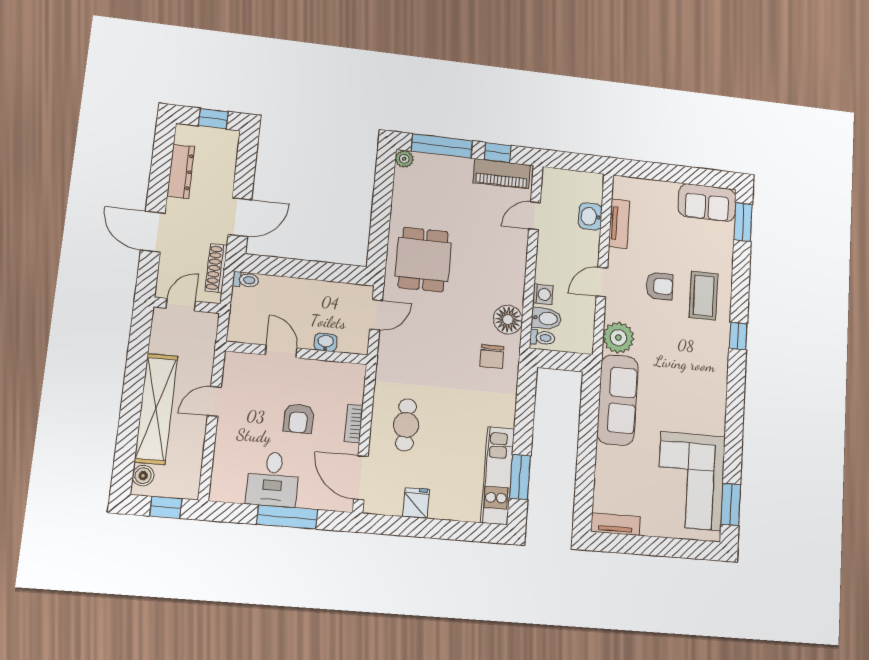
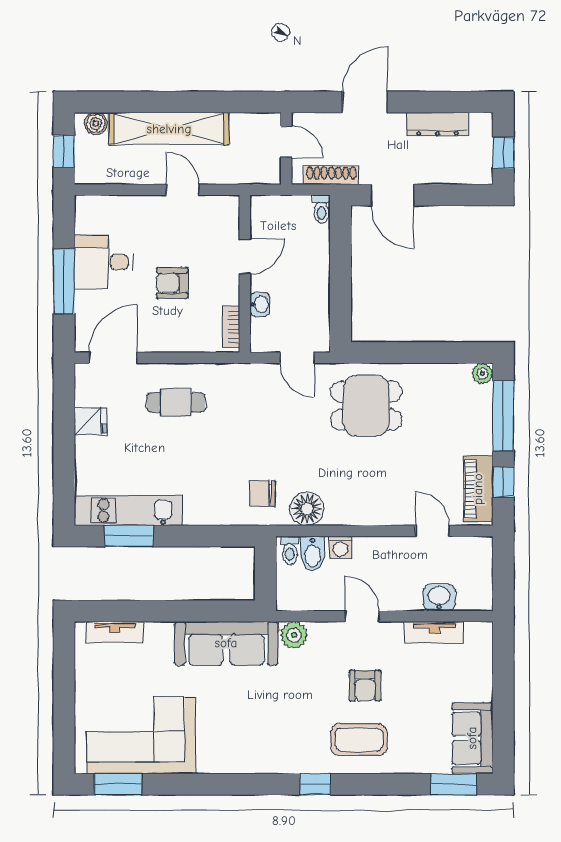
plant: (618, 338) -> (294, 635), width x0.73, depth x0.73
bookcase: (354, 423) -> (231, 327), moved, turned -90
tv unit: (615, 524) -> (115, 632), moved, turned 90

